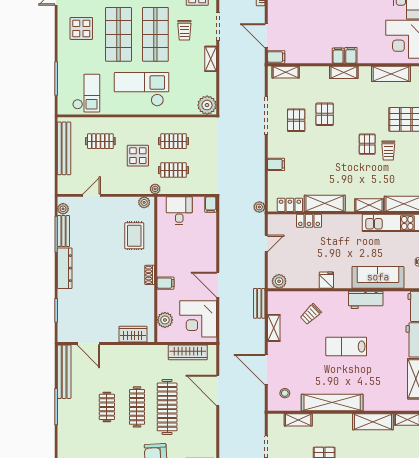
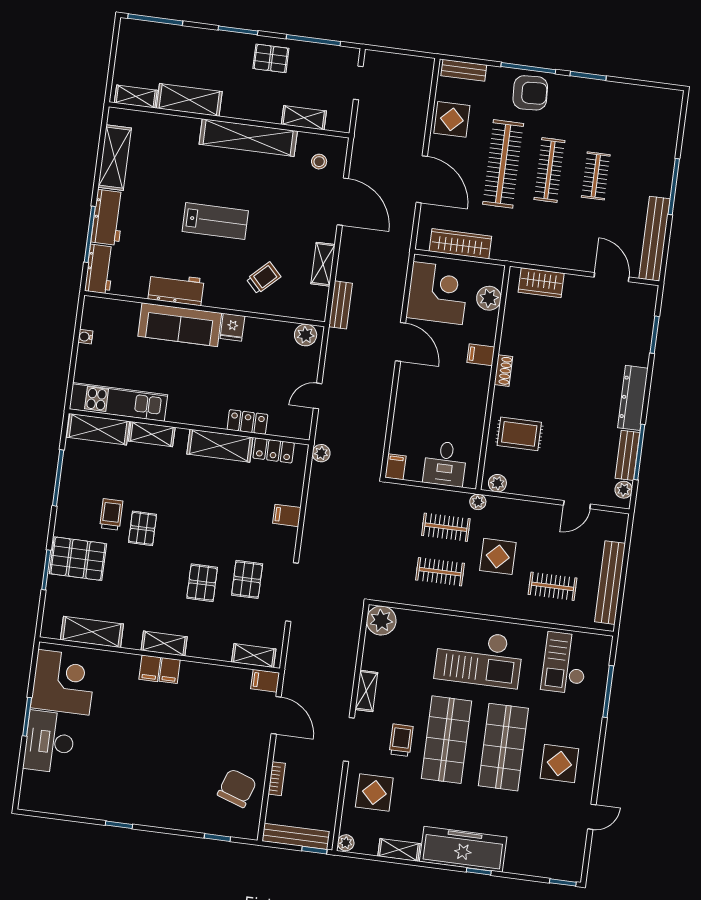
rug: (134, 236) -> (519, 434), turned 90
sofa: (378, 277) -> (180, 325), moved
display table: (203, 431) -> (452, 119), added

